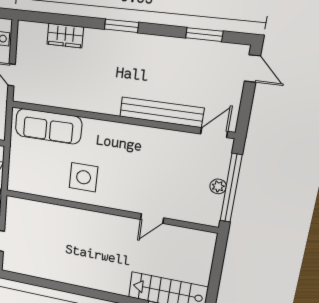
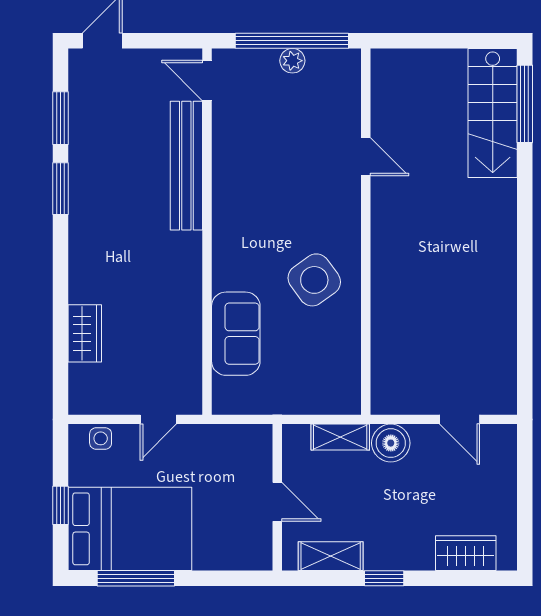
window: (121, 26) -> (60, 189), moved
sofa: (48, 126) -> (236, 334), width x0.73
side table: (84, 177) -> (314, 280), turned -36

